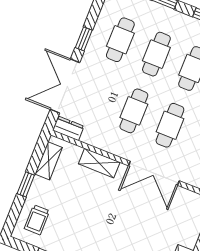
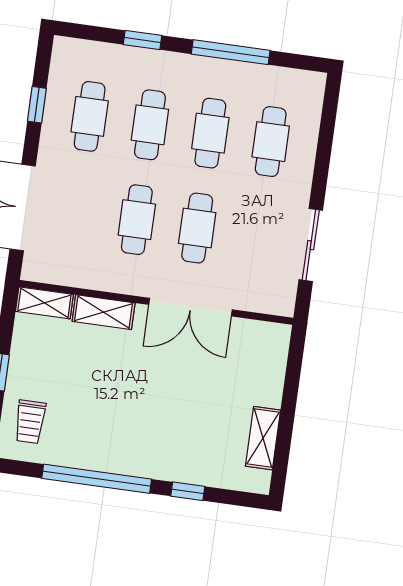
window: (84, 39) -> (37, 105), moved
dresser: (68, 128) -> (43, 271), removed
shelving: (49, 161) -> (44, 303), moved, turned 90

